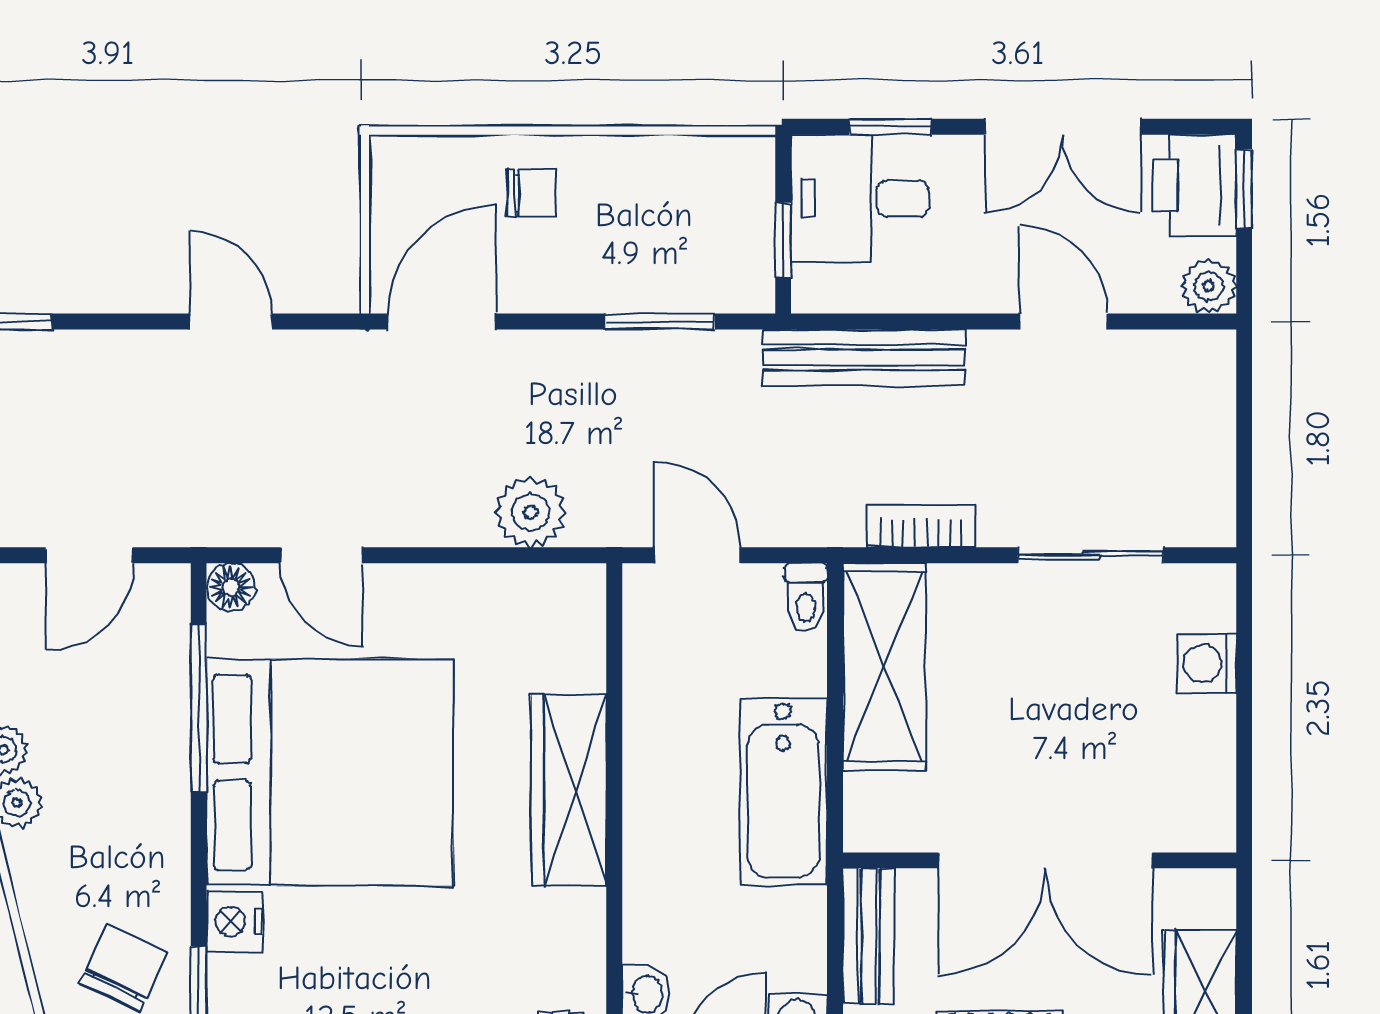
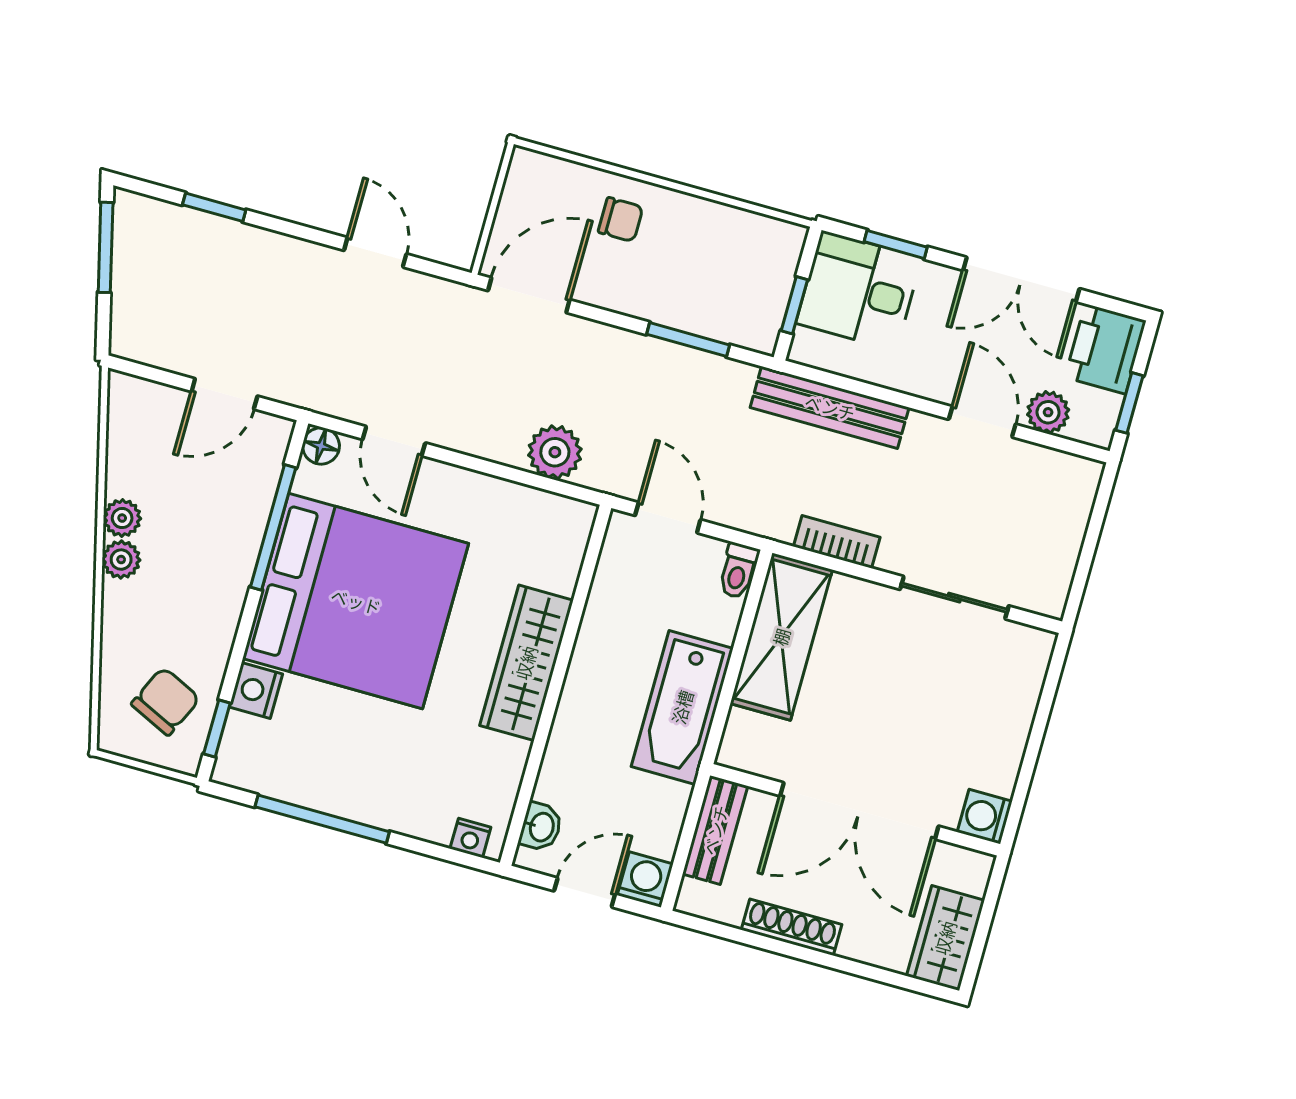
window: (1244, 189) -> (1129, 403), moved
plant: (1209, 286) -> (1048, 412), moved
washing machine: (1207, 663) -> (985, 817), moved

